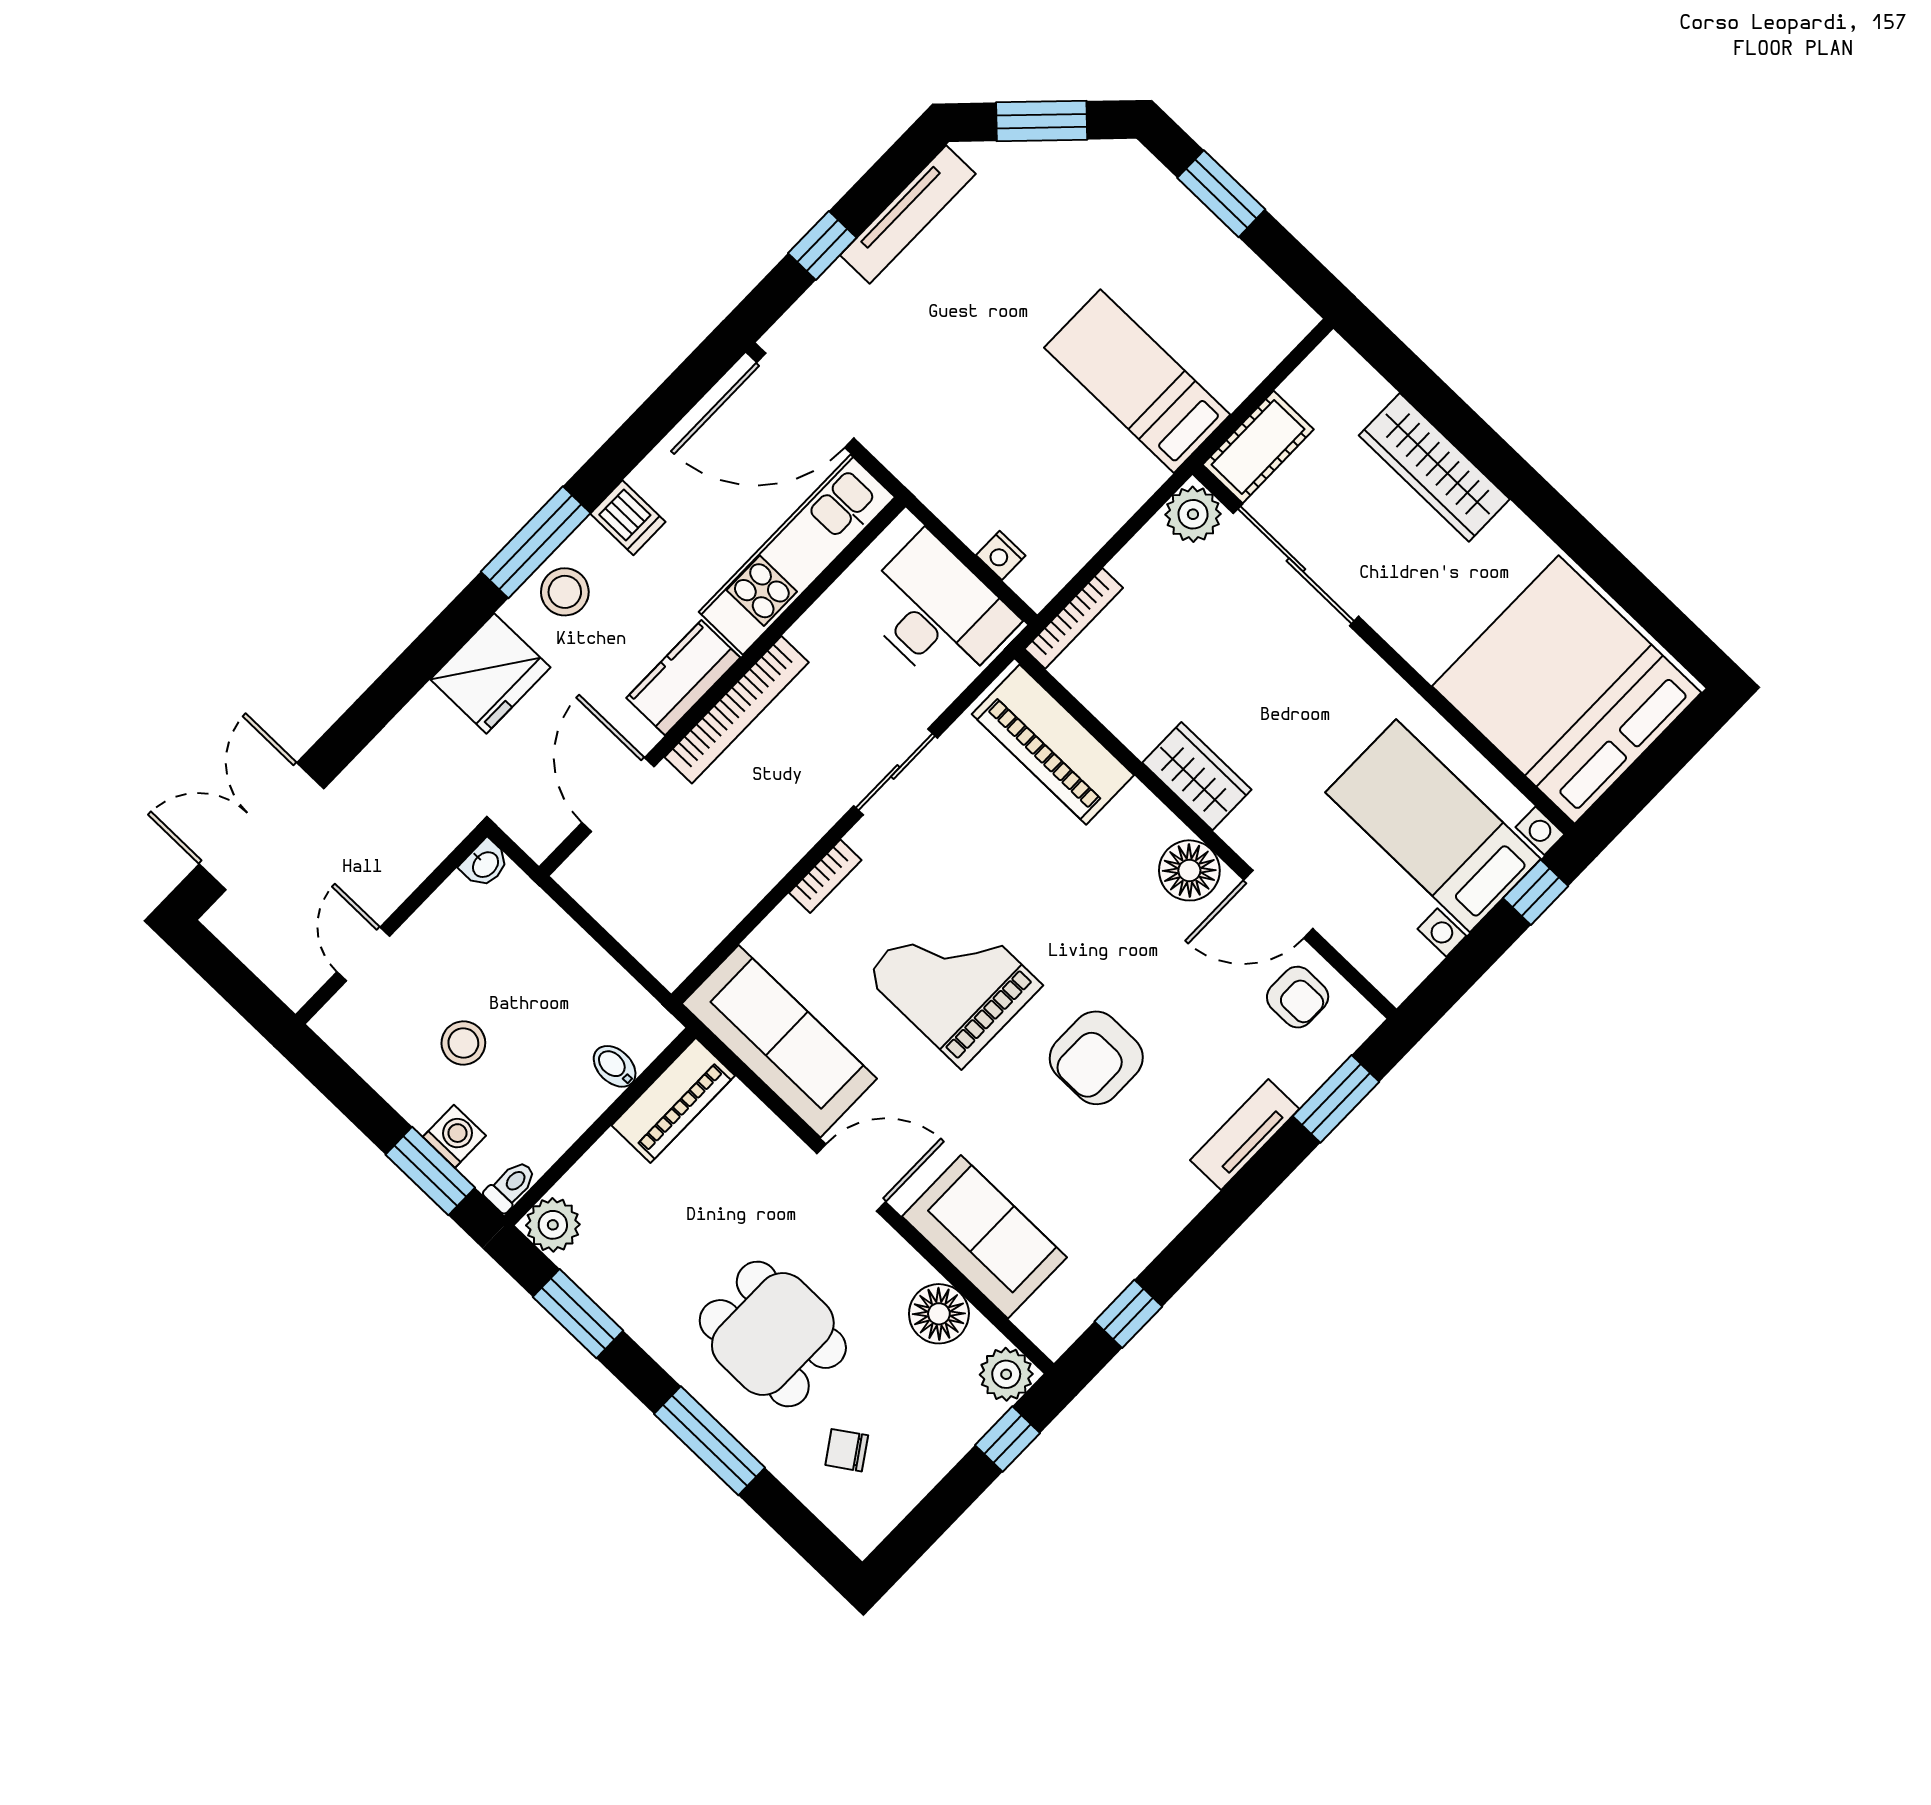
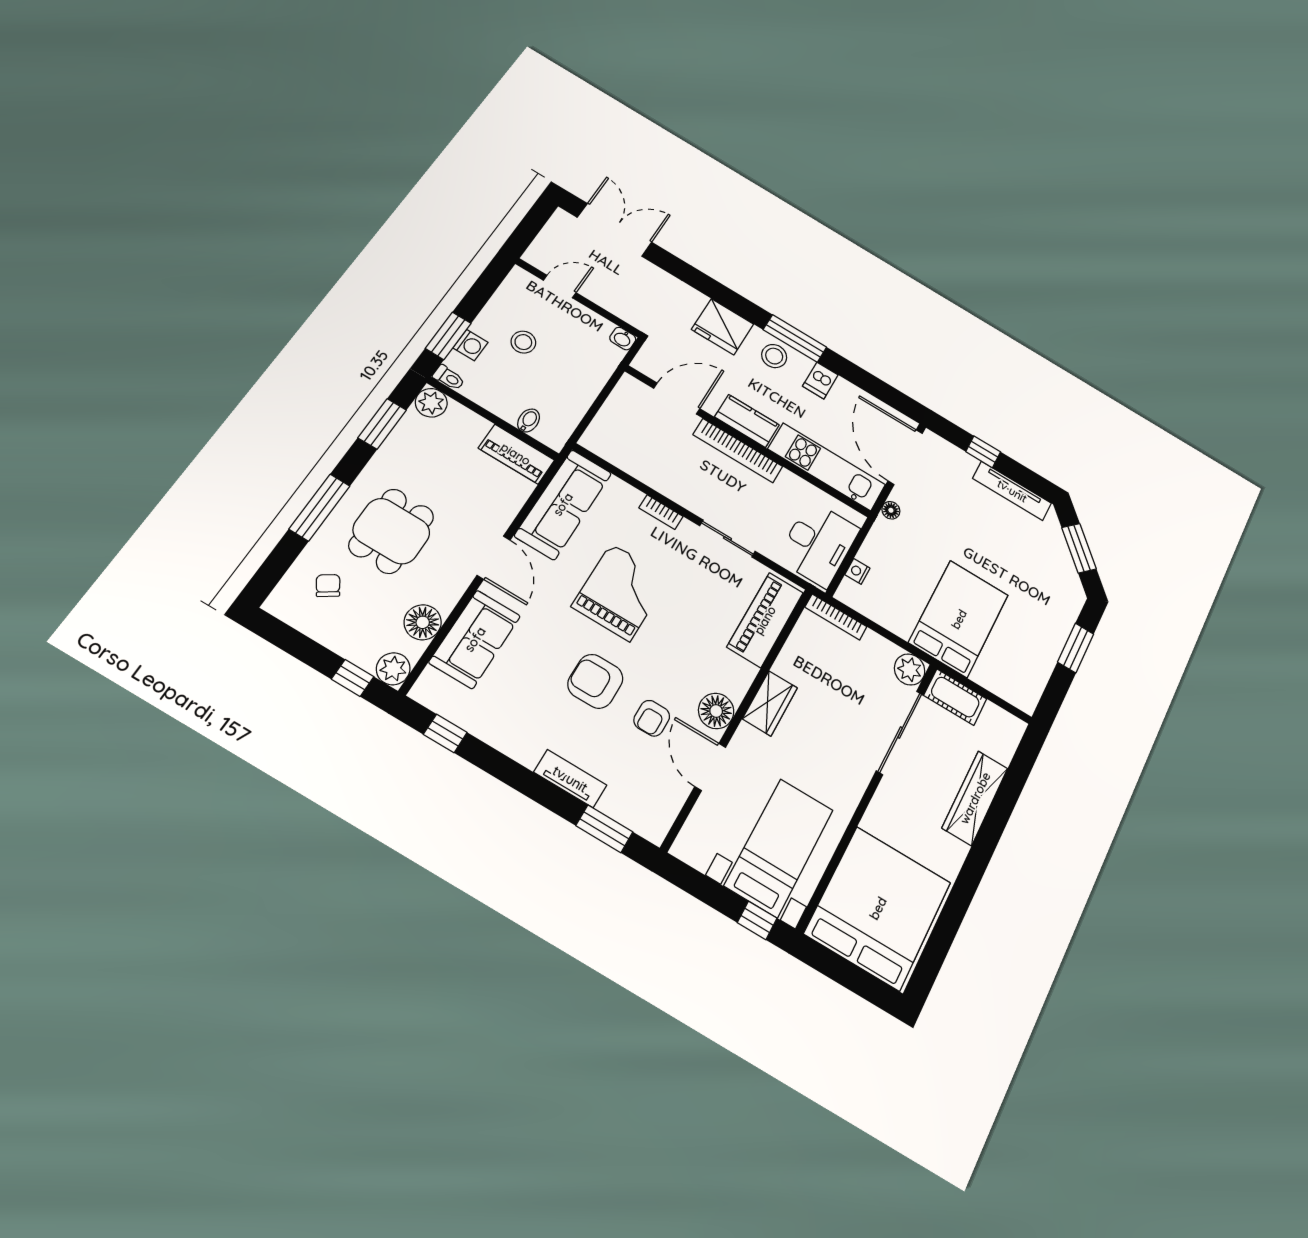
bed: (1137, 381) -> (959, 619), width x1.50
floor lamp: (901, 459) -> (891, 510), added
armchair: (1298, 997) -> (652, 718), moved

